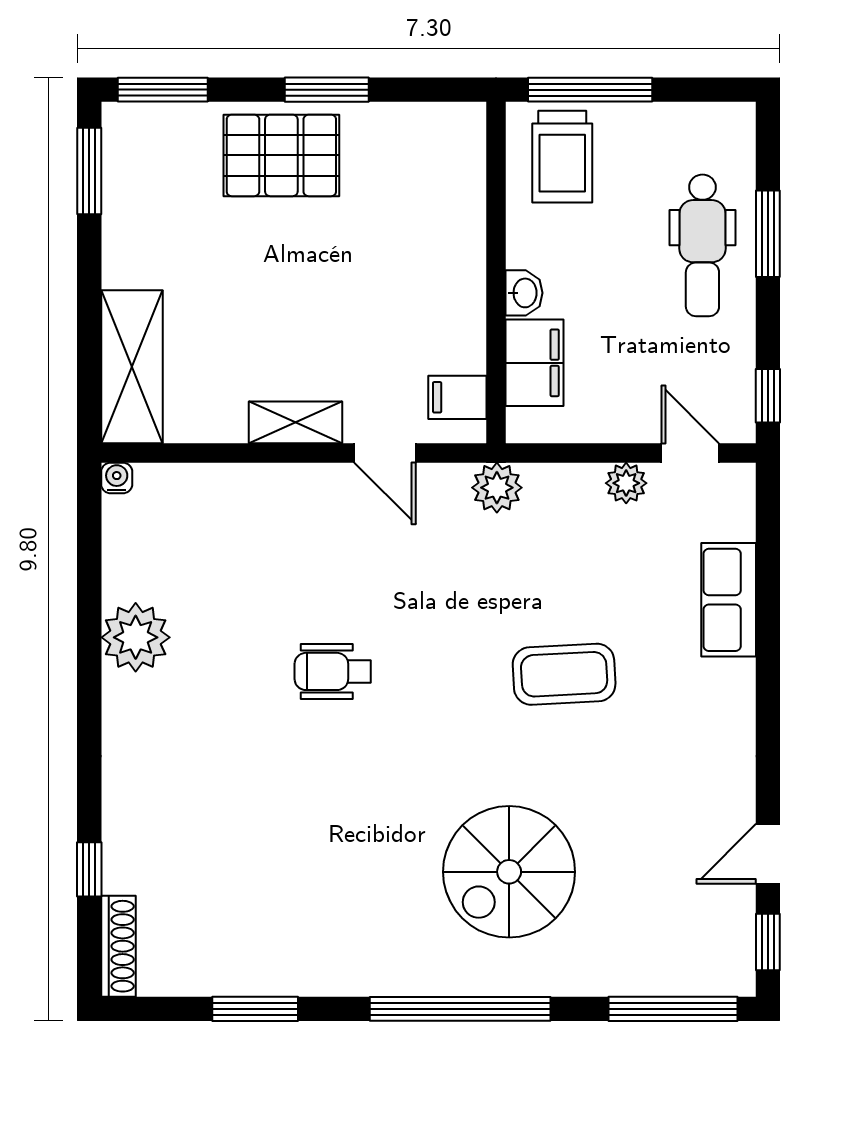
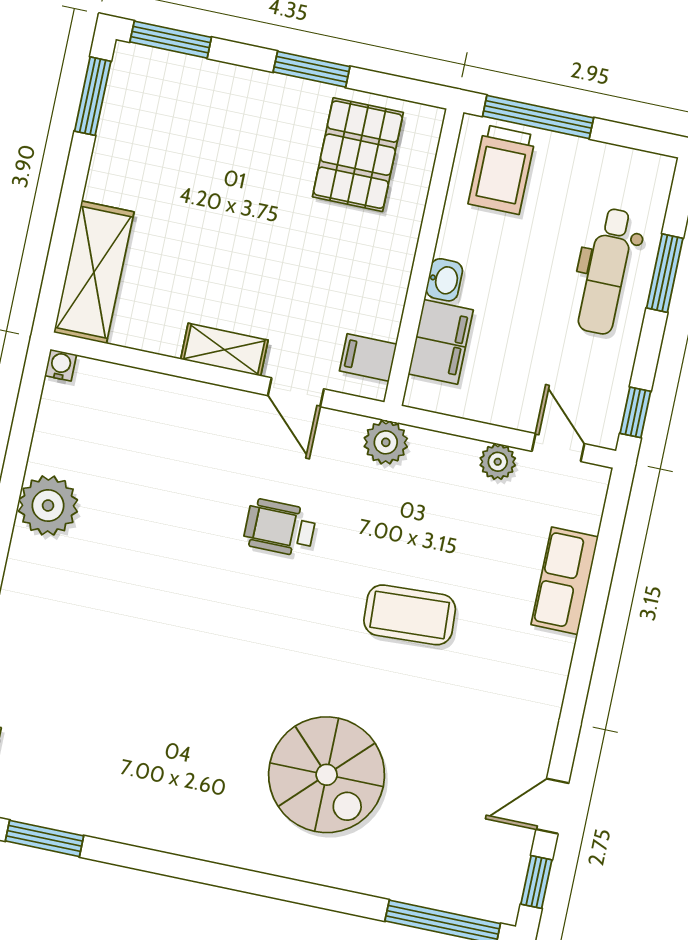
pallet: (281, 155) -> (358, 155), moved, turned 90
wheelchair: (333, 671) -> (280, 528), moved
spiral stairs: (509, 872) -> (327, 775), turned -90
window: (255, 1009) -> (45, 838), moved
window: (460, 1009) -> (260, 884), removed

